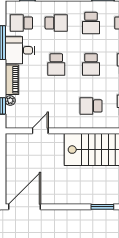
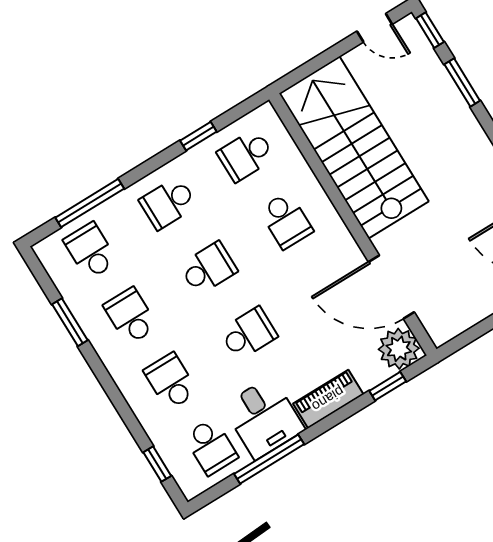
school desk: (91, 23) -> (131, 316), turned -90
plant: (10, 101) -> (399, 349), moved, width x1.88, depth x1.88
door: (40, 131) -> (391, 287), width x1.88

